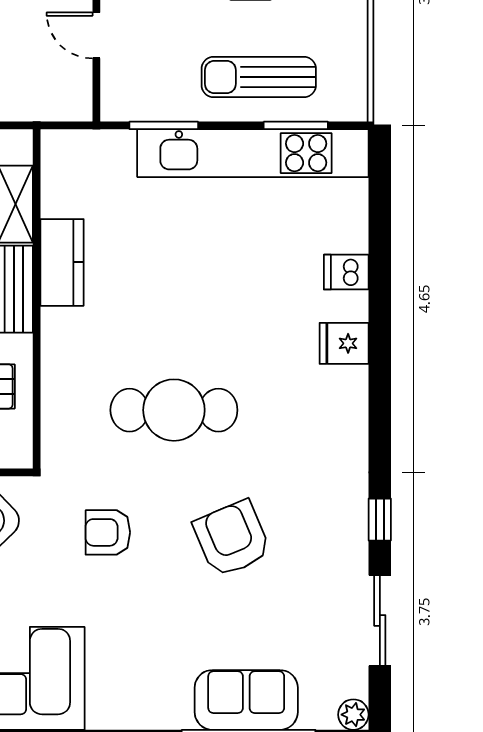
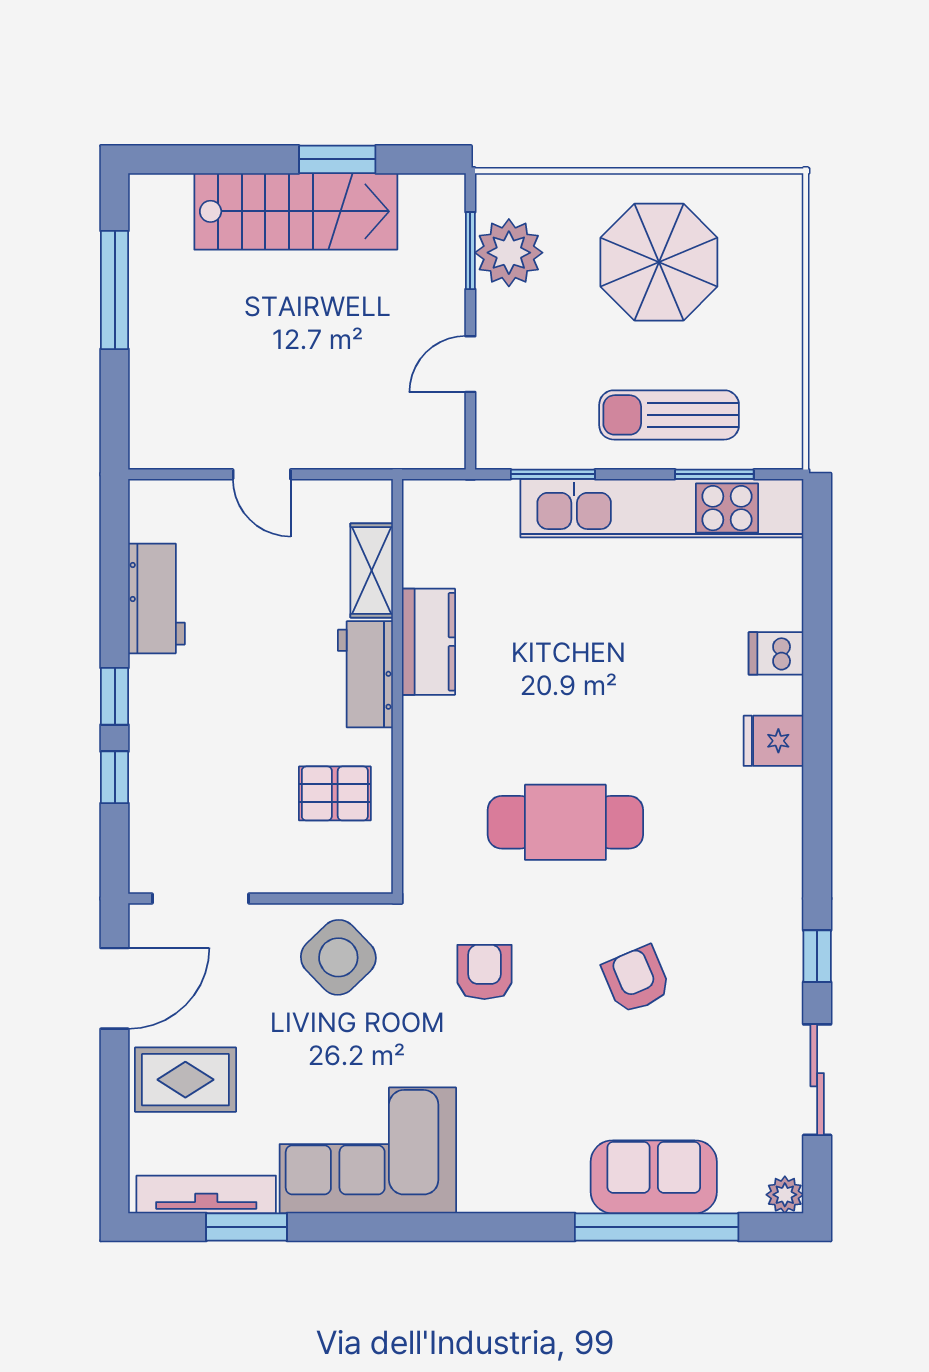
door: (96, 35) -> (470, 364), hinge flipped
armchair: (108, 532) -> (484, 972), turned 90
armchair: (232, 539) -> (636, 980), width x0.72, depth x0.72

